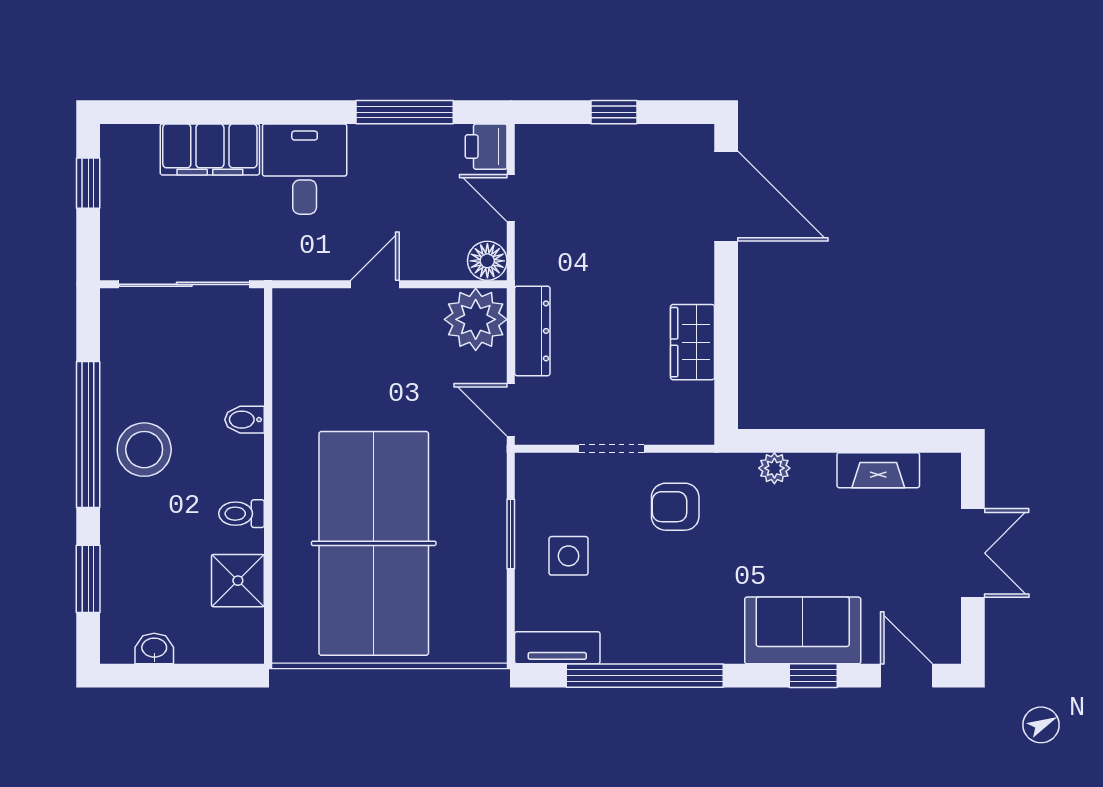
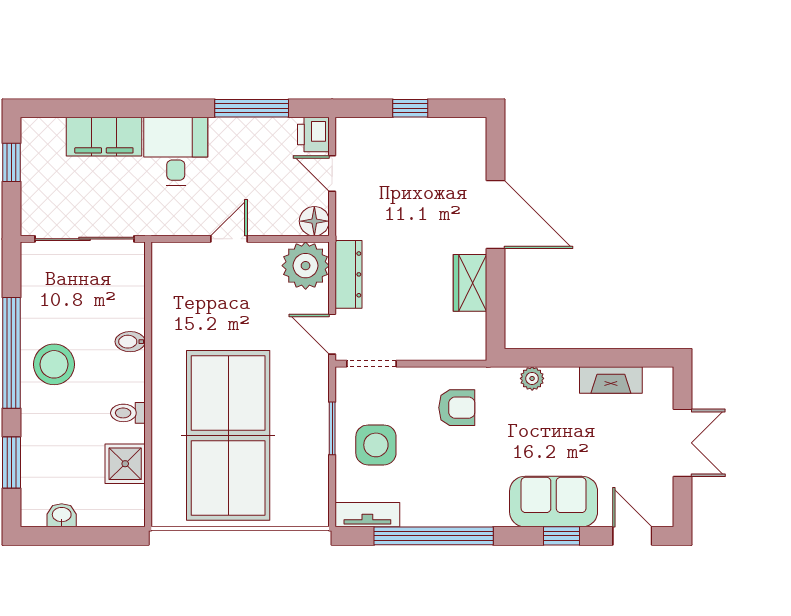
door: (726, 196) -> (495, 215), moved
doorway: (611, 449) -> (371, 364), moved
armchair: (675, 507) -> (457, 408), turned 180
side table: (569, 556) -> (376, 445), width x1.37, depth x1.37

